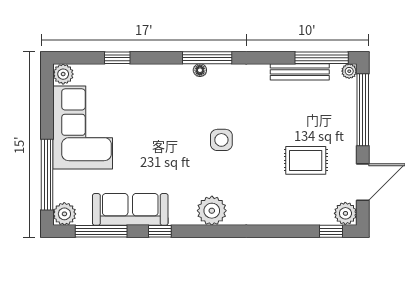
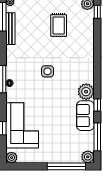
corner sofa: (83, 128) -> (22, 125), moved, turned 90
sofa: (130, 209) -> (85, 116), width x0.73
plant: (212, 211) -> (86, 92), moved

